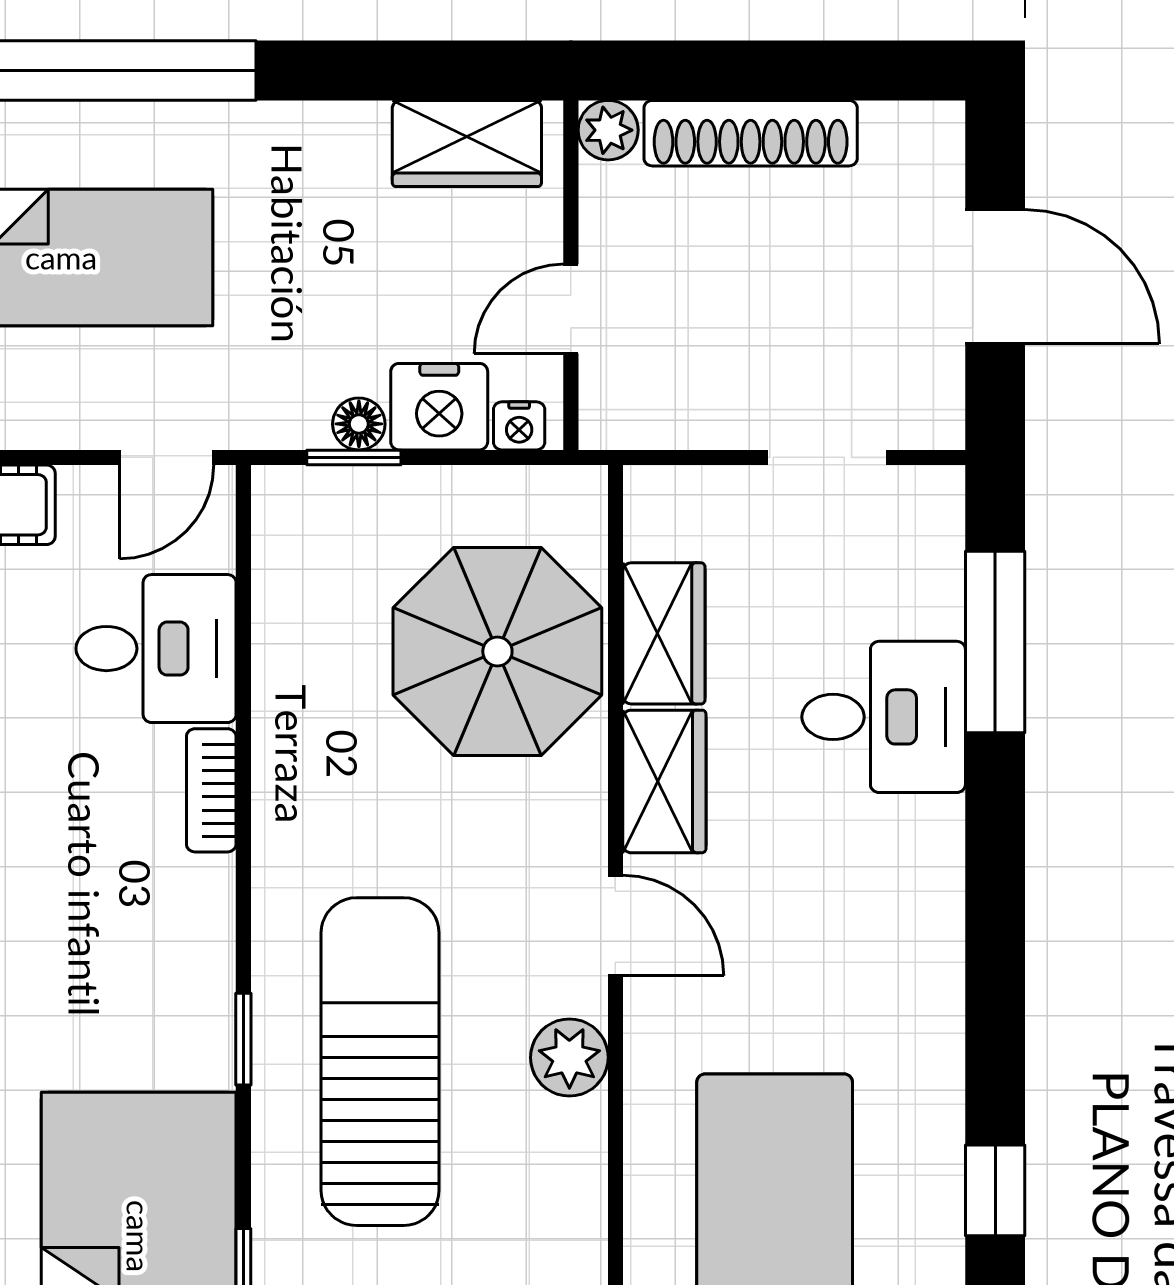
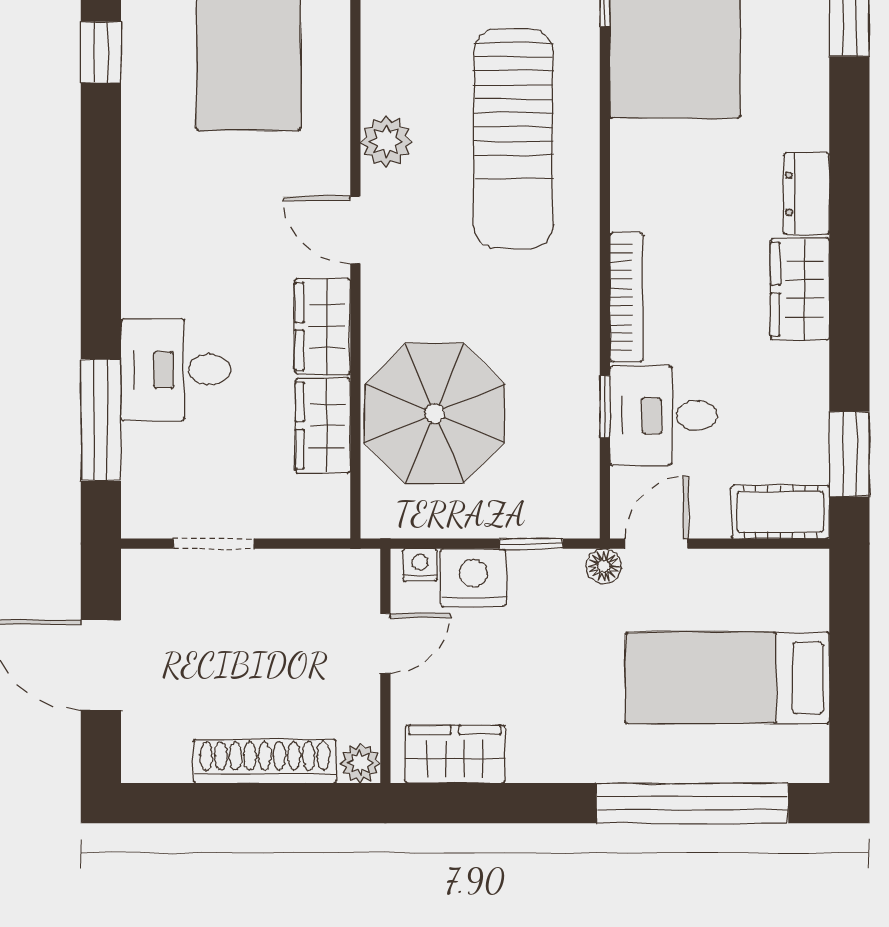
floor lamp: (359, 424) -> (604, 566), moved
bookcase: (211, 790) -> (626, 297), width x1.56
window: (243, 1039) -> (605, 407), moved

